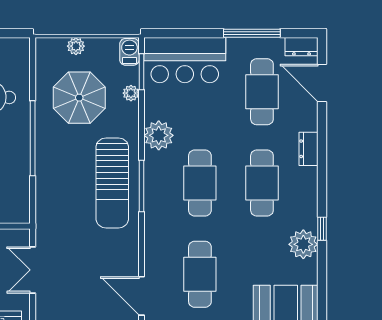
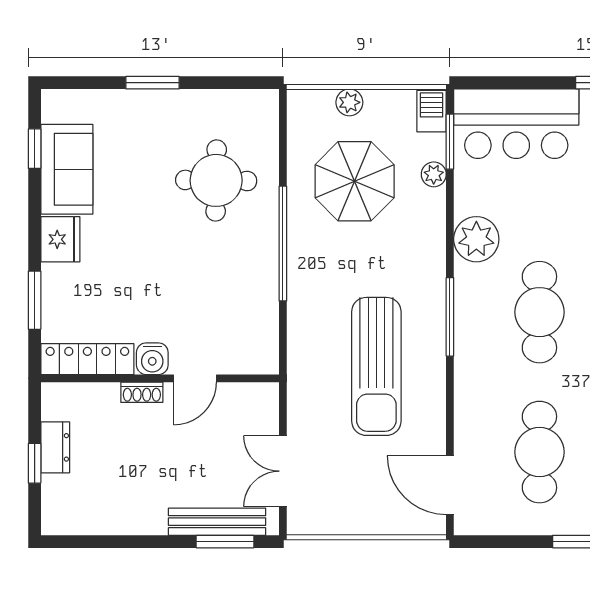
sun lounger: (112, 183) -> (376, 366), moved
double door: (33, 270) -> (283, 471), moved

